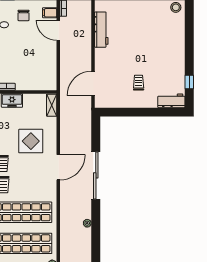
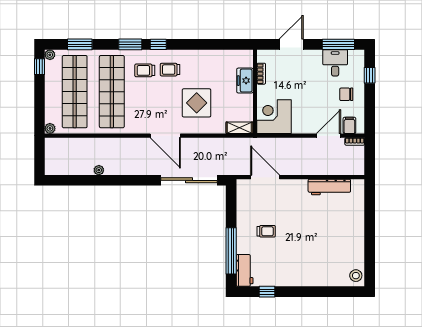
corner desk: (42, 76) -> (274, 117), added
window: (155, 112) -> (231, 251), added
sliding door: (96, 175) -> (189, 180), moved

